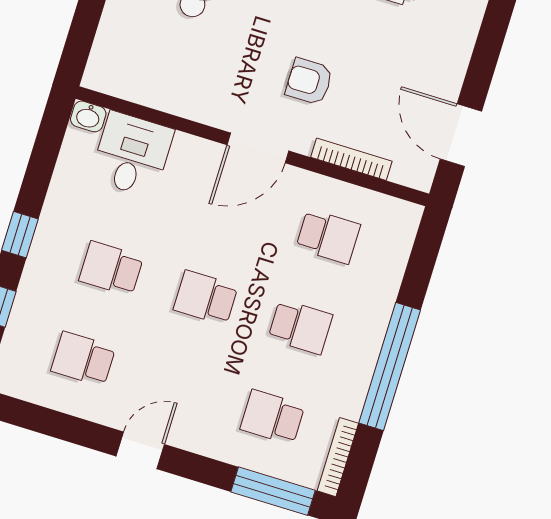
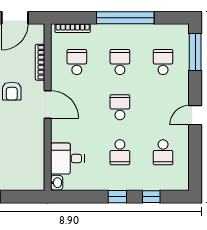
school desk: (206, 298) -> (120, 107), turned 180
school desk: (272, 417) -> (163, 62), turned 180
door: (140, 450) -> (195, 115), hinge flipped
bookcase: (338, 457) -> (73, 28), moved

